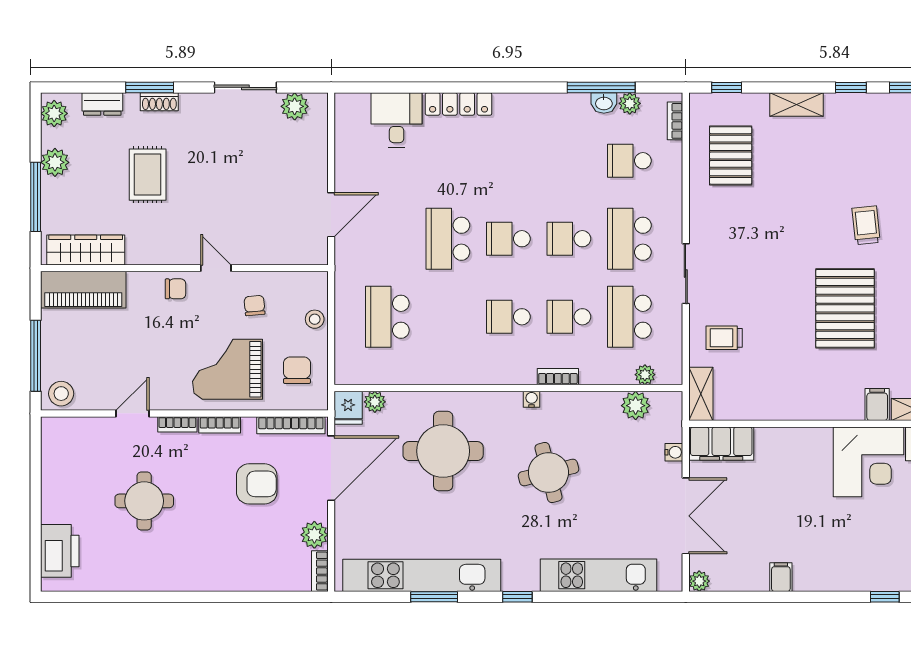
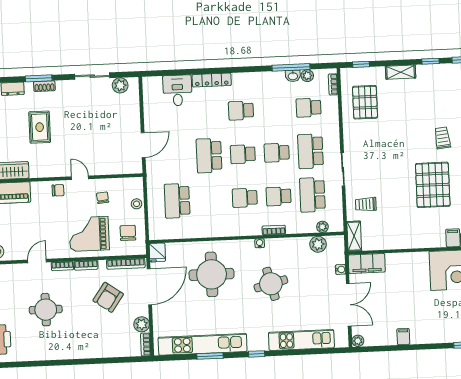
school desk: (508, 161) -> (241, 111), added
plant: (375, 402) -> (172, 249), removed
armchair: (257, 484) -> (108, 297), turned 125

